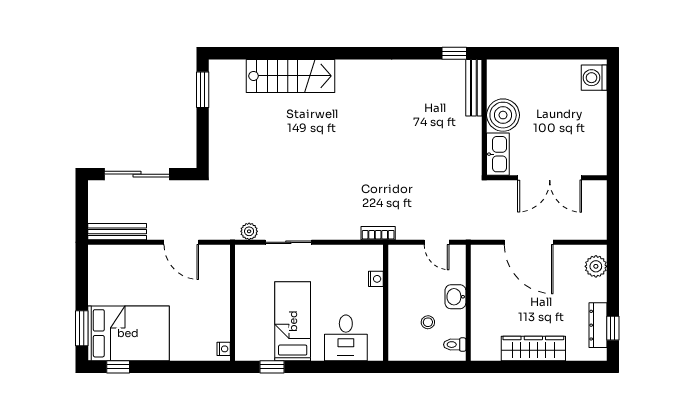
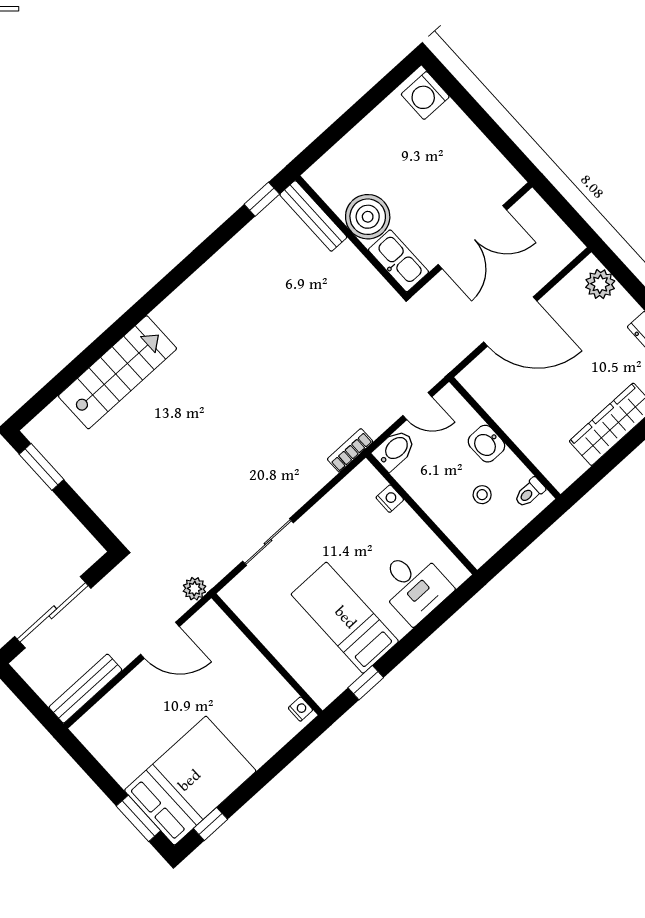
plant: (249, 231) -> (194, 589), moved
bidet: (402, 255) -> (394, 450), added

